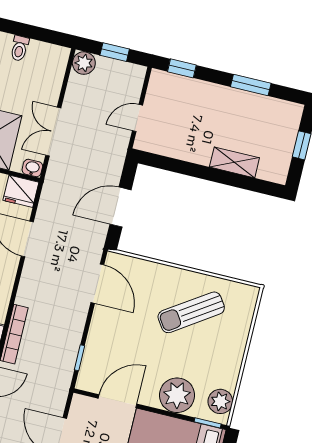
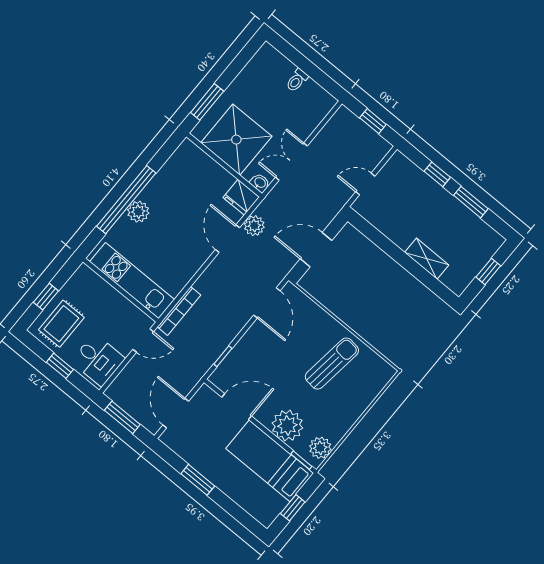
plant: (84, 63) -> (254, 226), moved
window: (182, 68) -> (437, 174), moved
sun lounger: (191, 312) -> (332, 364), turned 131

